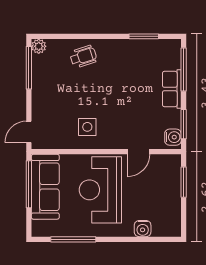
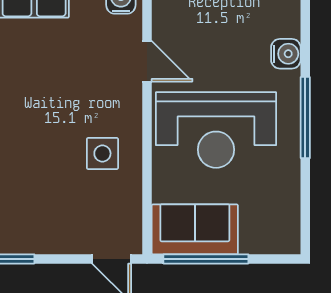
sofa: (45, 187) -> (195, 229), width x0.73
window: (73, 239) -> (305, 118), moved

